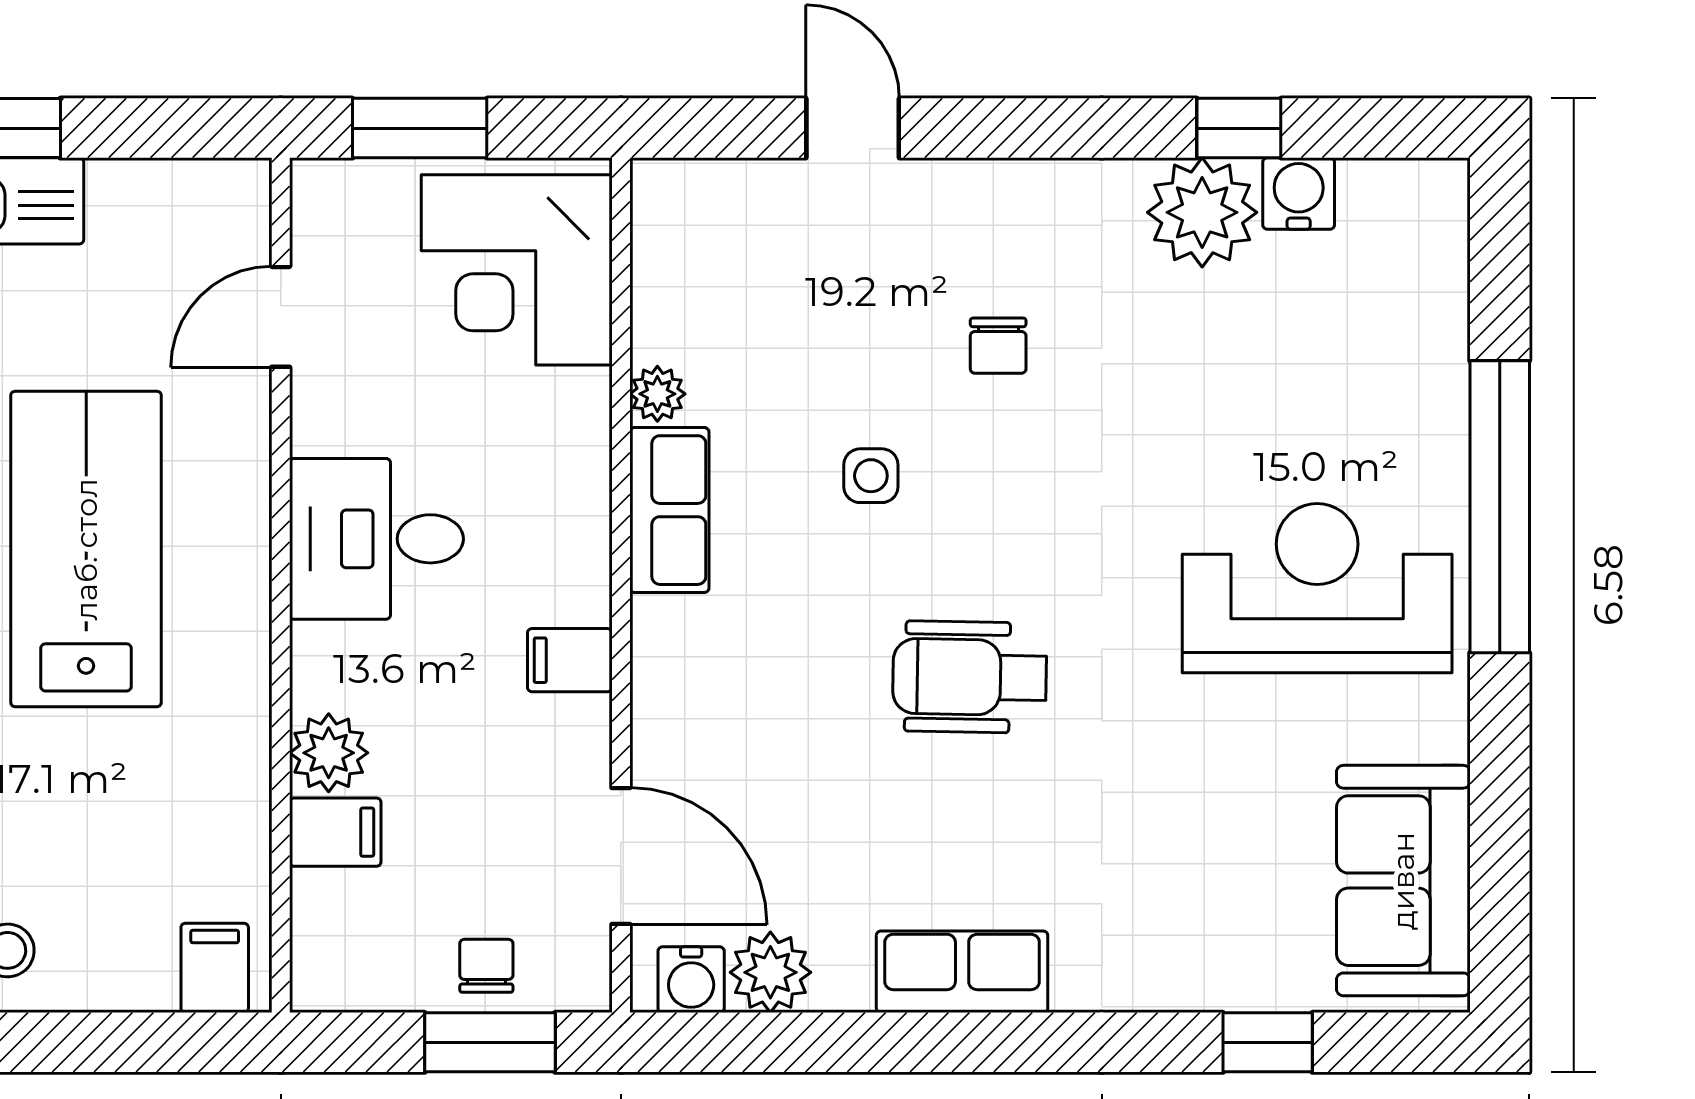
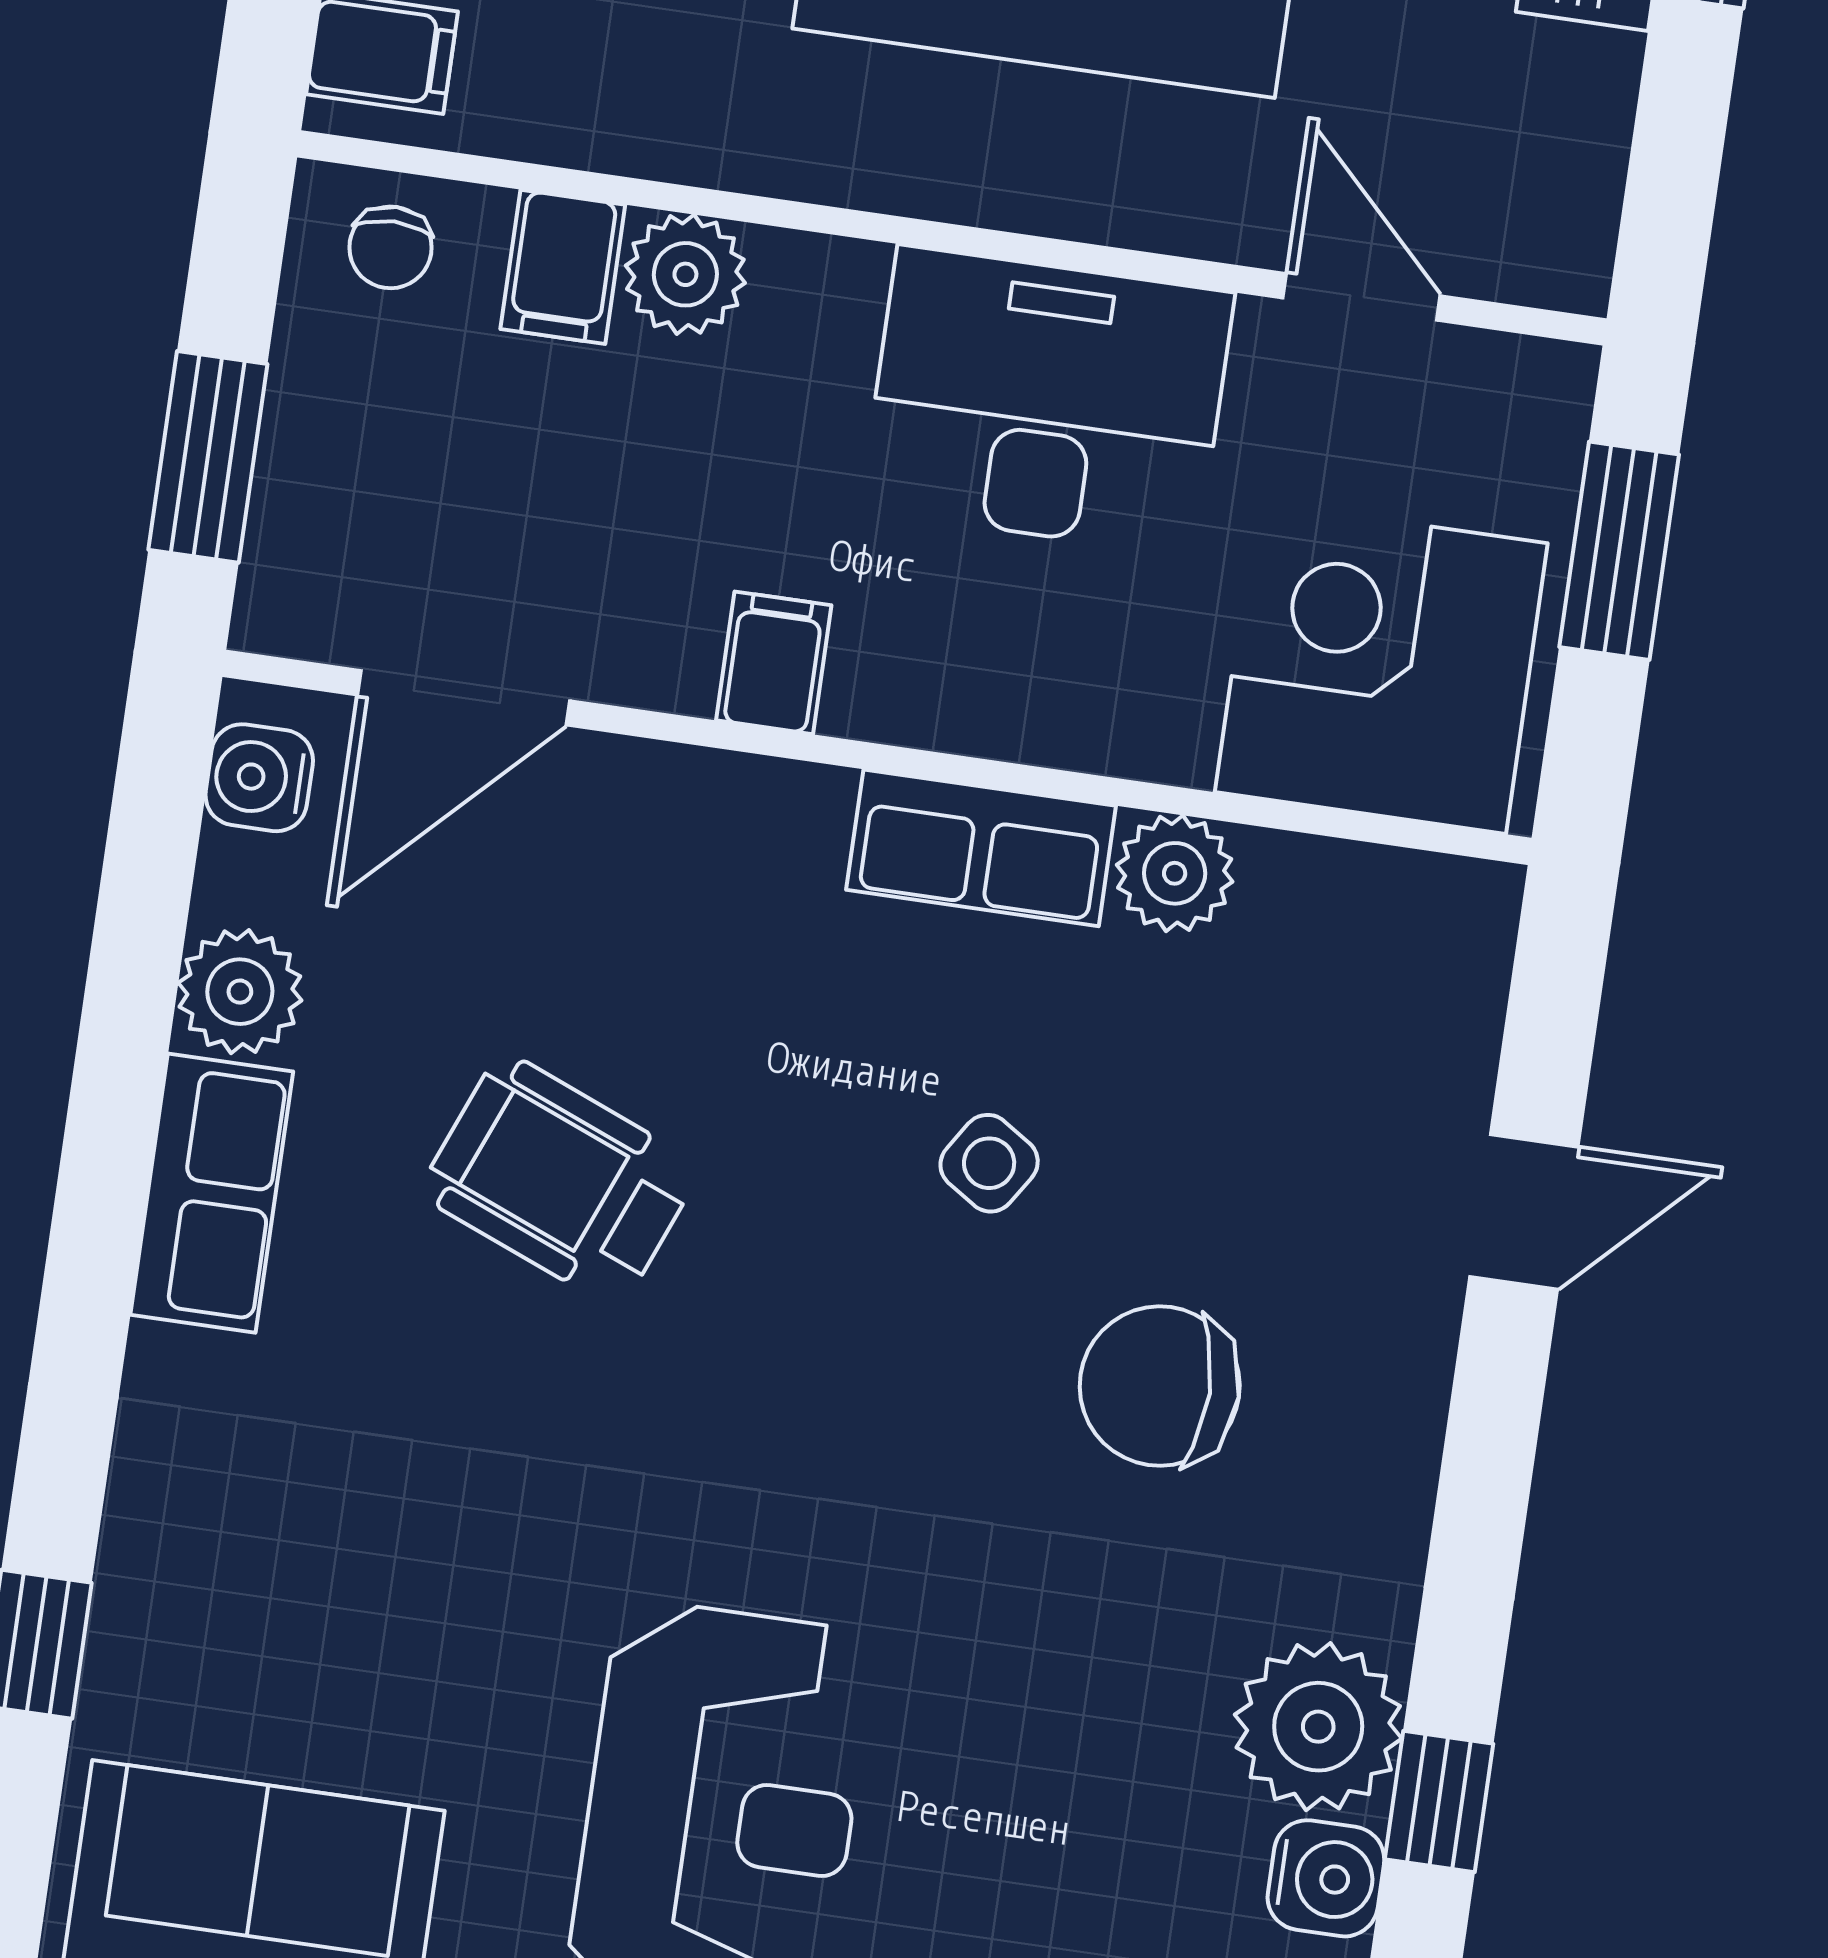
chair: (998, 346) -> (1160, 1386), width x1.87, depth x1.87
plant: (657, 394) -> (1175, 873), width x1.38, depth x1.38
side table: (871, 476) -> (989, 1163), turned 33
desk: (376, 539) -> (1047, 401), width x1.37
wheelchair: (970, 677) -> (560, 1180), moved, turned -69
chair: (486, 966) -> (390, 247), moved, turned 90
plant: (770, 972) -> (240, 992), moved

